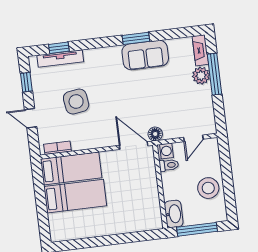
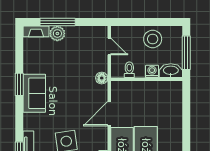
sofa: (145, 55) -> (34, 93), moved
door: (134, 146) -> (109, 114), moved
washing machine: (165, 151) -> (152, 71), moved

